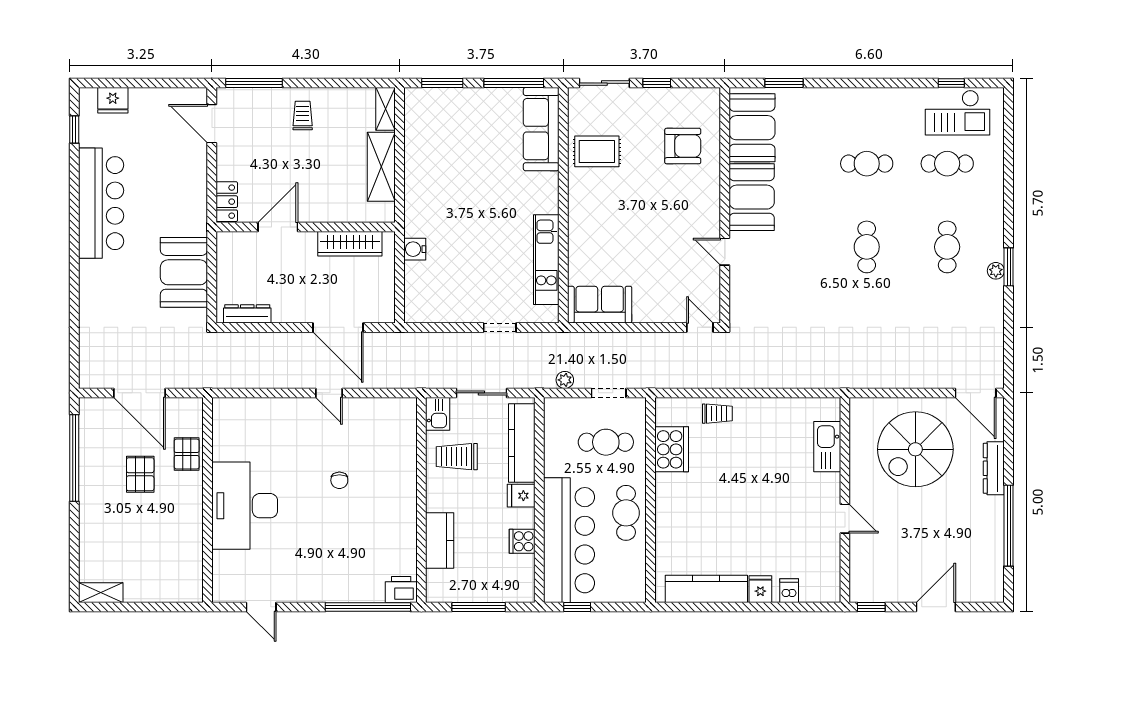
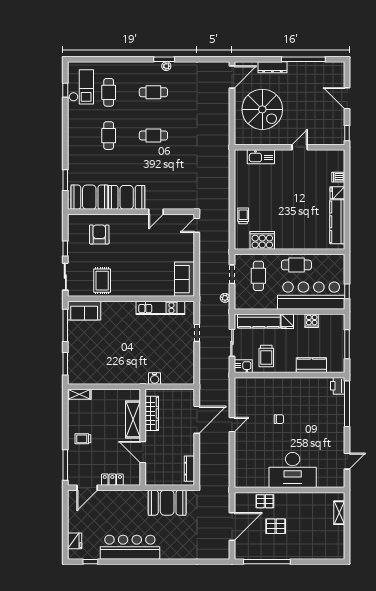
sofa: (541, 129) -> (84, 311), width x0.73
shelving: (381, 167) -> (133, 419), moved, turned 90
locker: (227, 202) -> (112, 480), moved
shelving: (101, 593) -> (339, 513), moved

